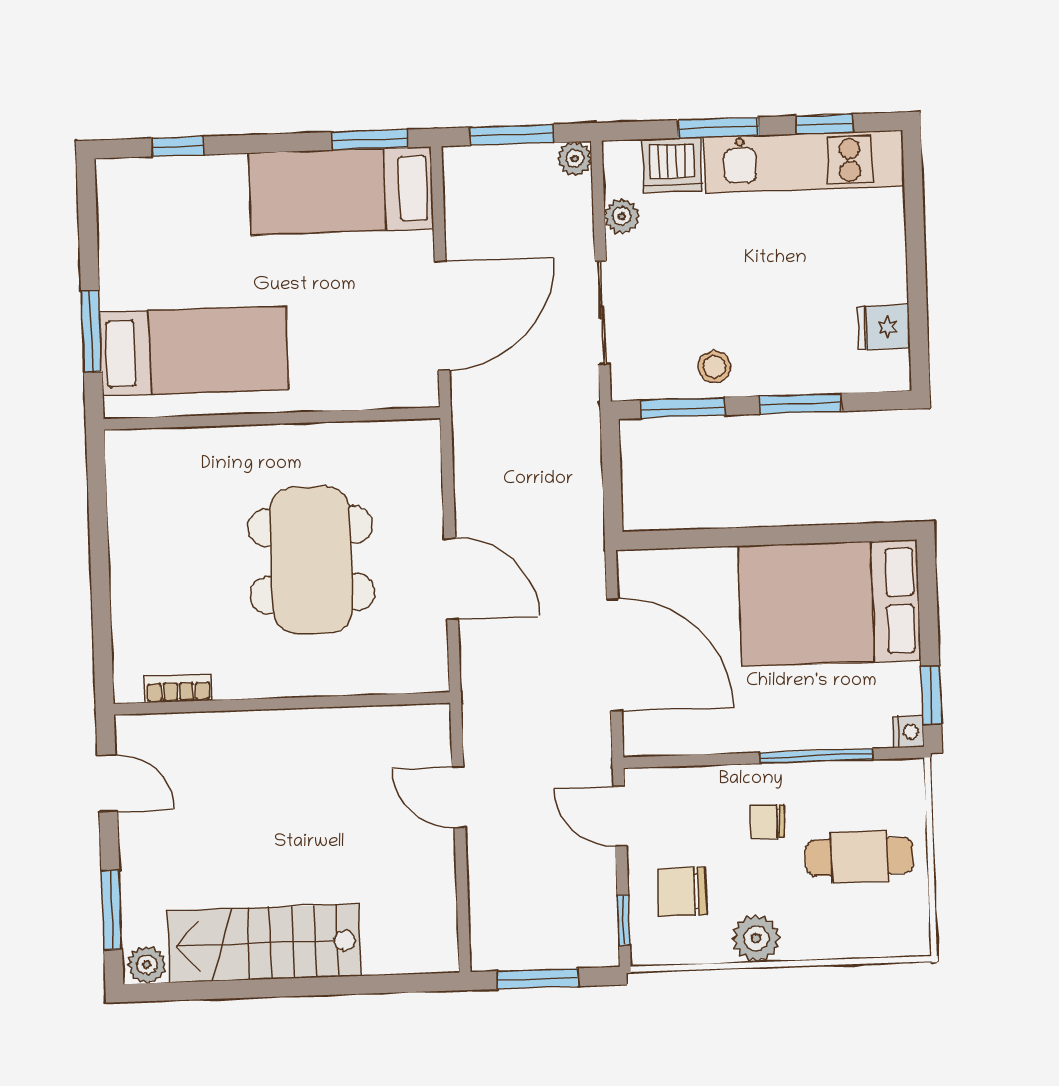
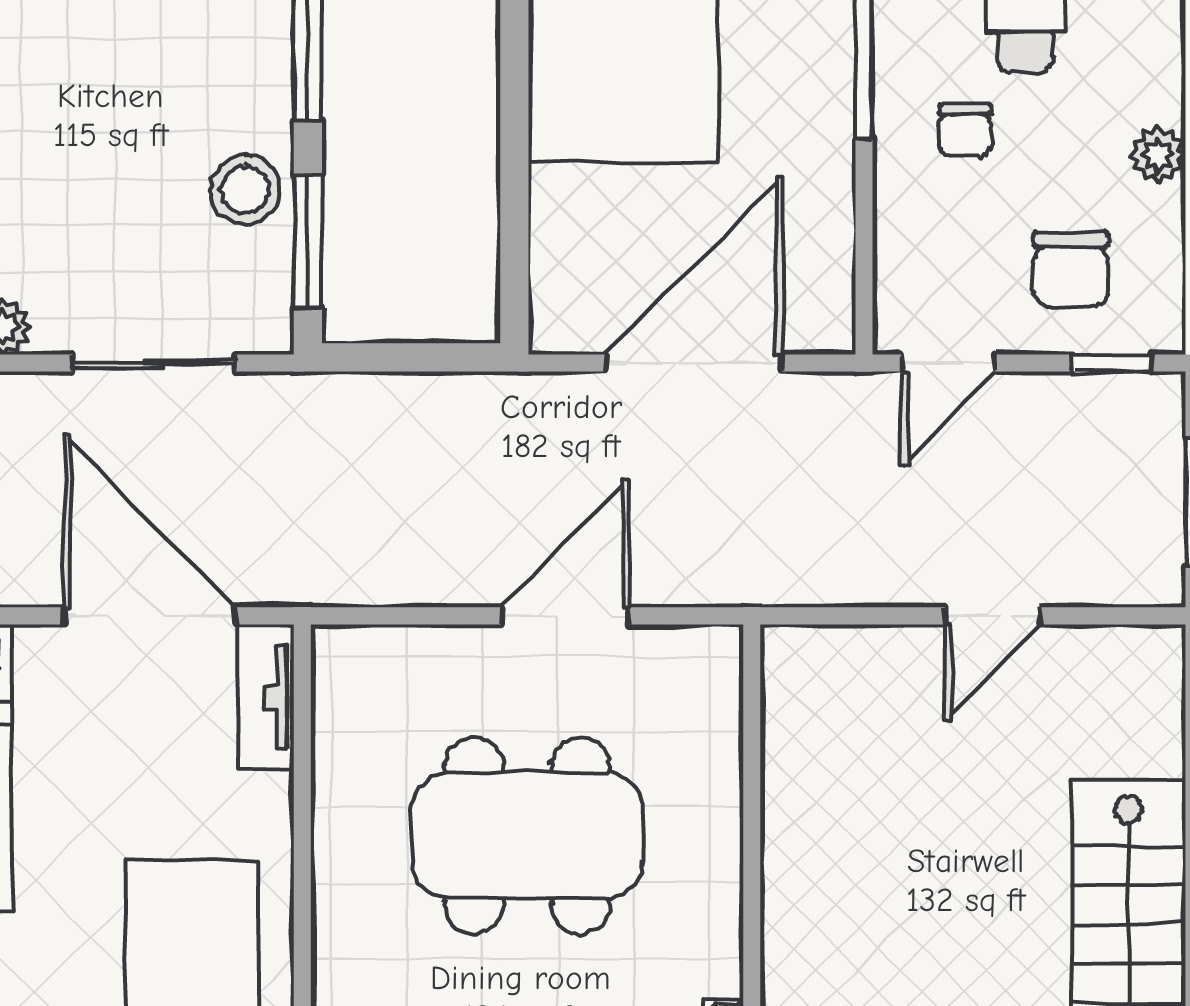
stool: (714, 367) -> (245, 190), width x1.37, depth x1.37
tv unit: (393, 391) -> (266, 697), added
door: (459, 797) -> (993, 616), moved
plant: (756, 938) -> (1158, 155), width x0.73, depth x0.73

